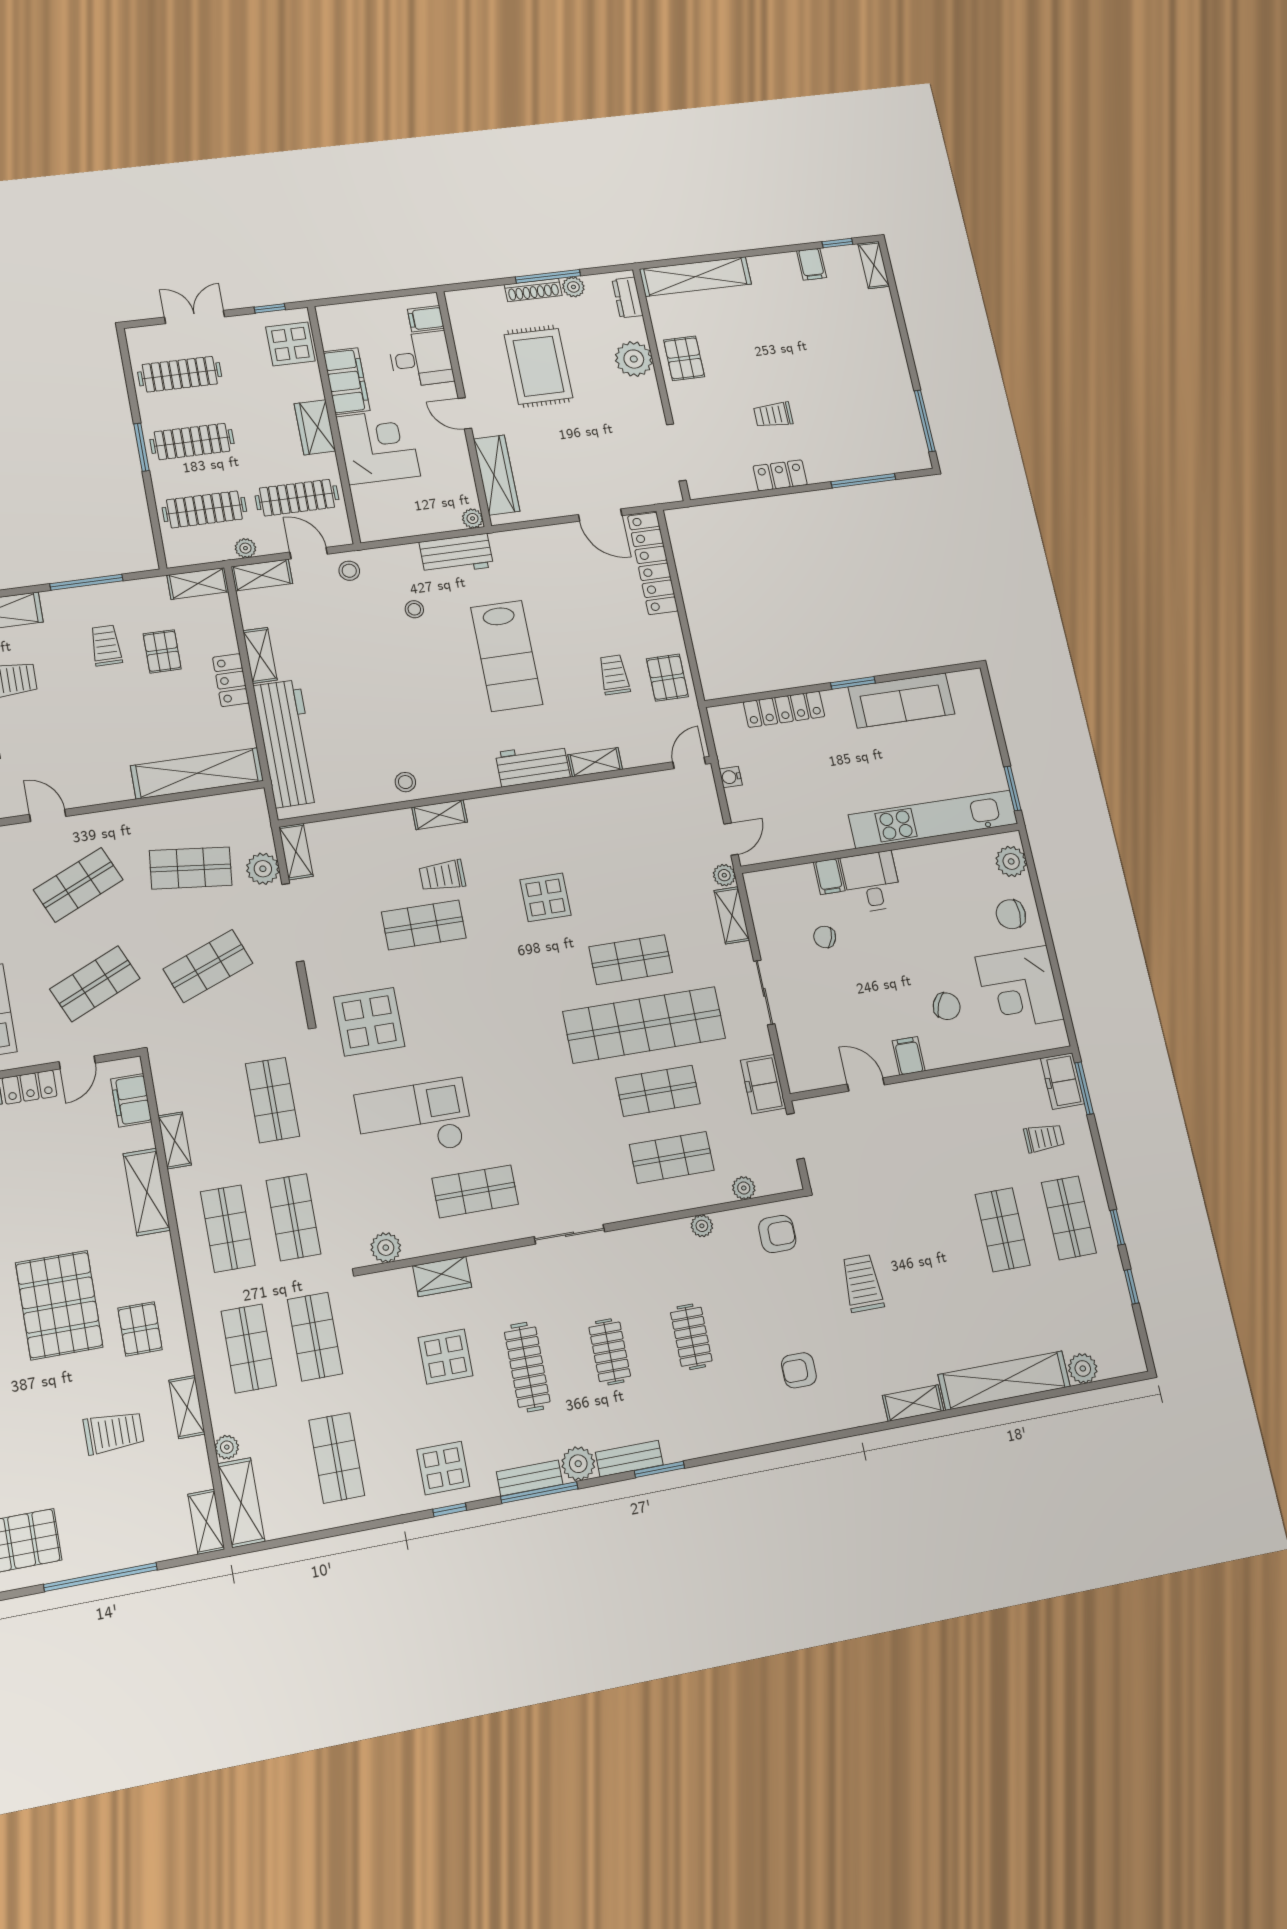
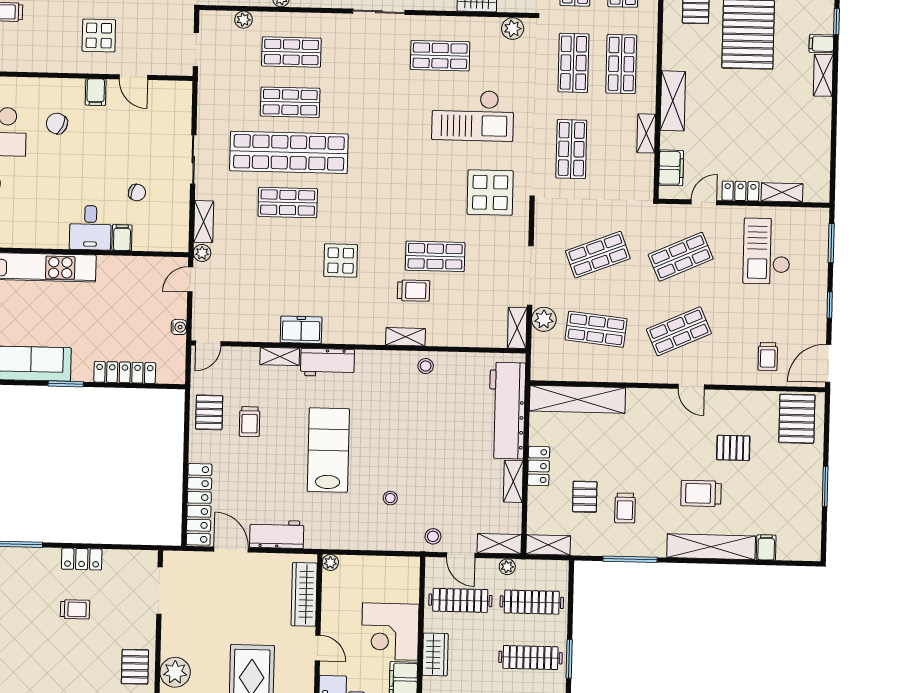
workbench: (456, 554) -> (277, 534), moved
freezer: (763, 1084) -> (301, 330), moved, turned -90
display table: (923, 1130) -> (99, 36), added

